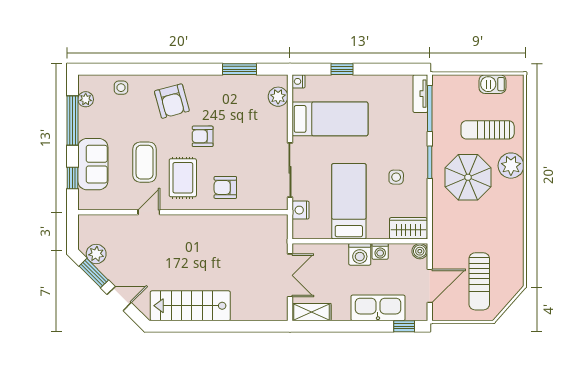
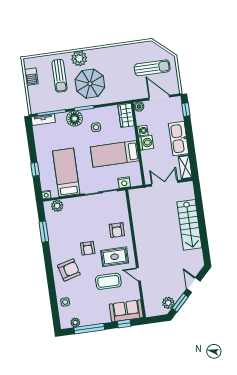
floor lamp: (415, 144) -> (75, 119), added
sofa: (93, 164) -> (126, 311), moved
stairs: (190, 306) -> (189, 225), moved
kitchen sink: (378, 308) -> (179, 139), moved

